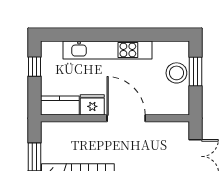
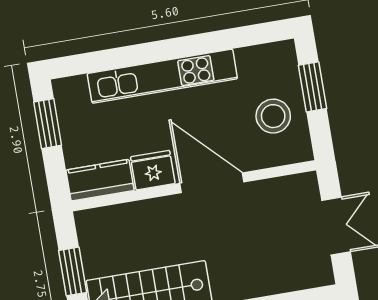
window: (35, 67) -> (48, 124), width x1.50
stool: (176, 73) -> (273, 116), moved

